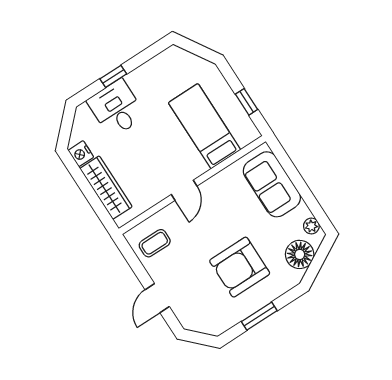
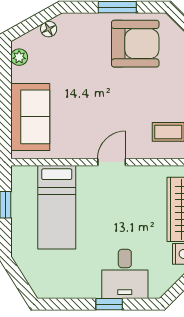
floor lamp: (300, 254) -> (49, 29), width x0.53, depth x0.53
armchair: (240, 267) -> (135, 44), moved

